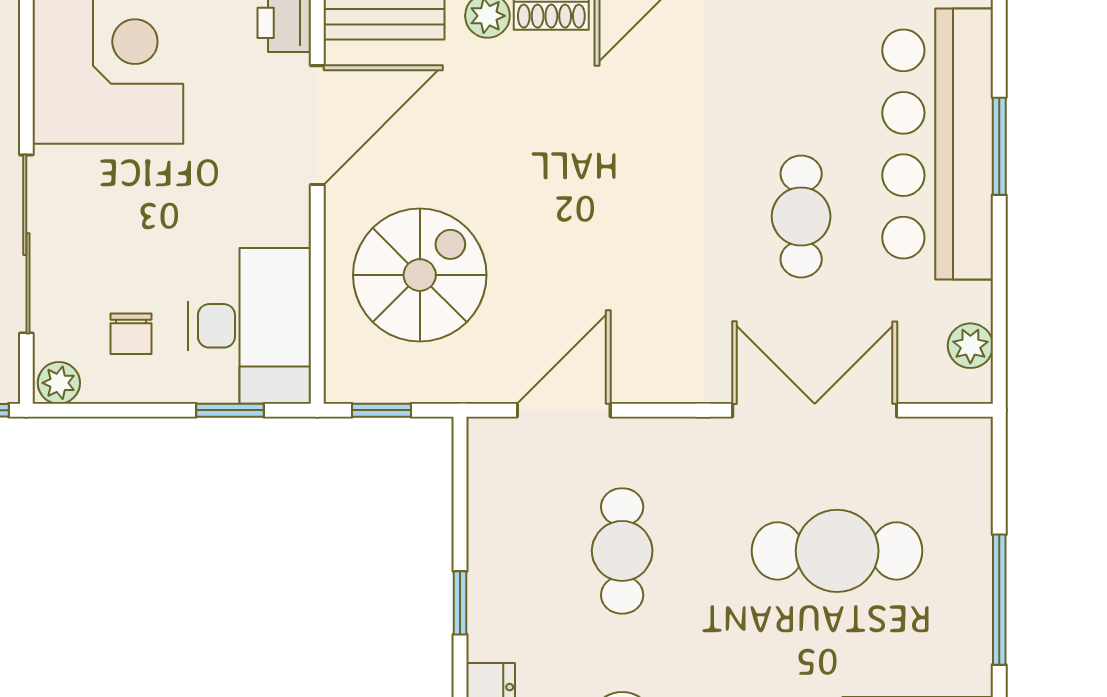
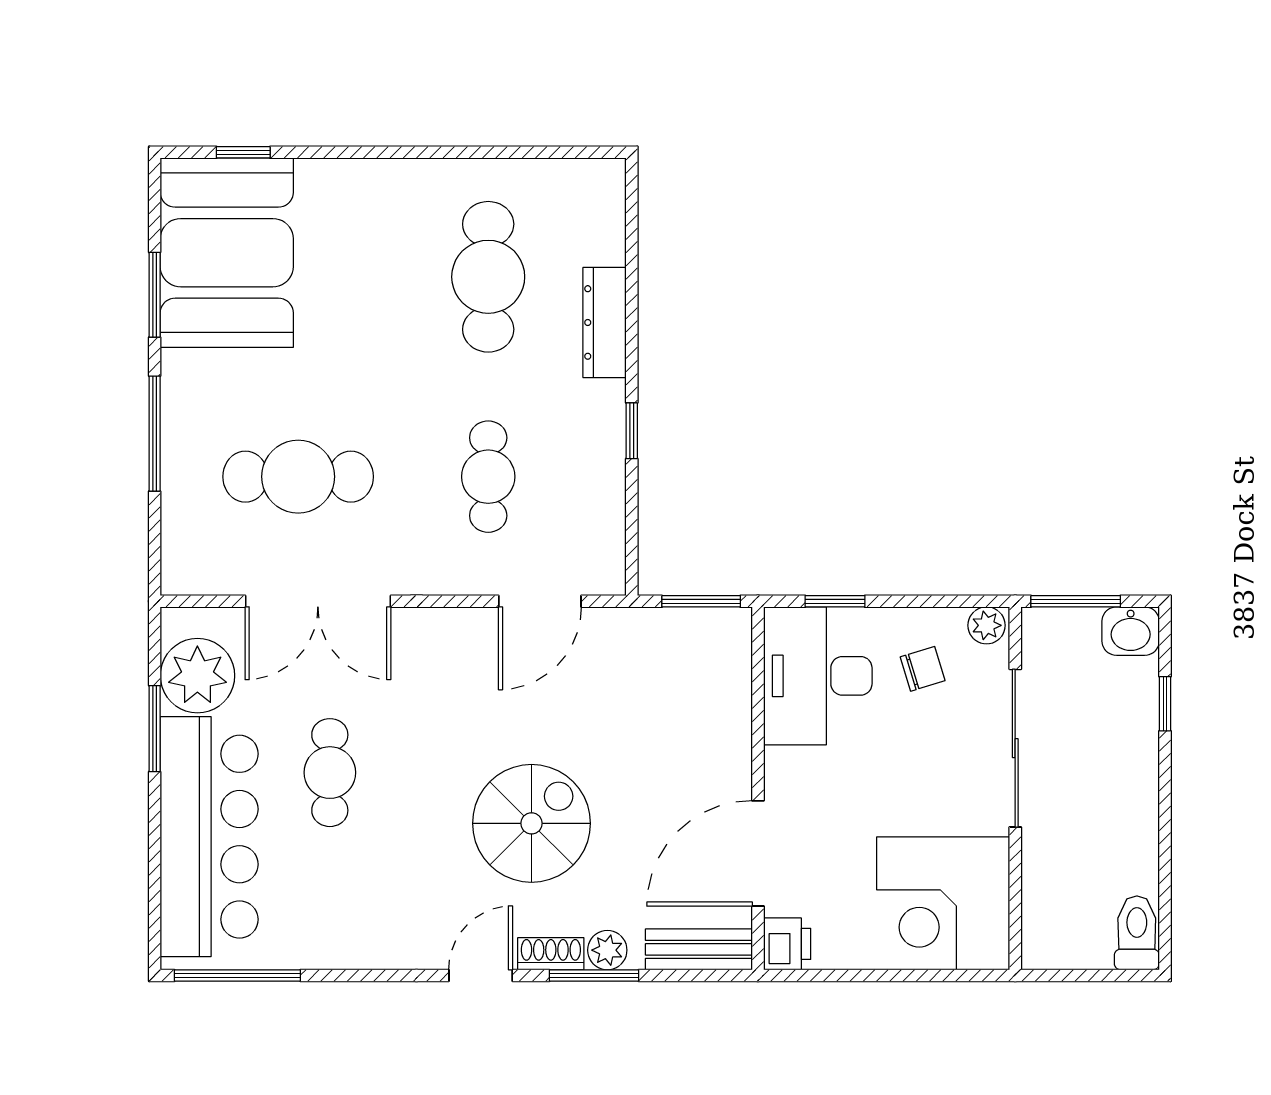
window: (999, 146) -> (155, 729), moved
spiral stairs: (420, 275) -> (531, 823), moved, turned 180
chair: (131, 334) -> (923, 669), turned 73
plant: (970, 346) -> (197, 676), width x1.88, depth x1.88
window: (381, 410) -> (701, 601), width x1.50

